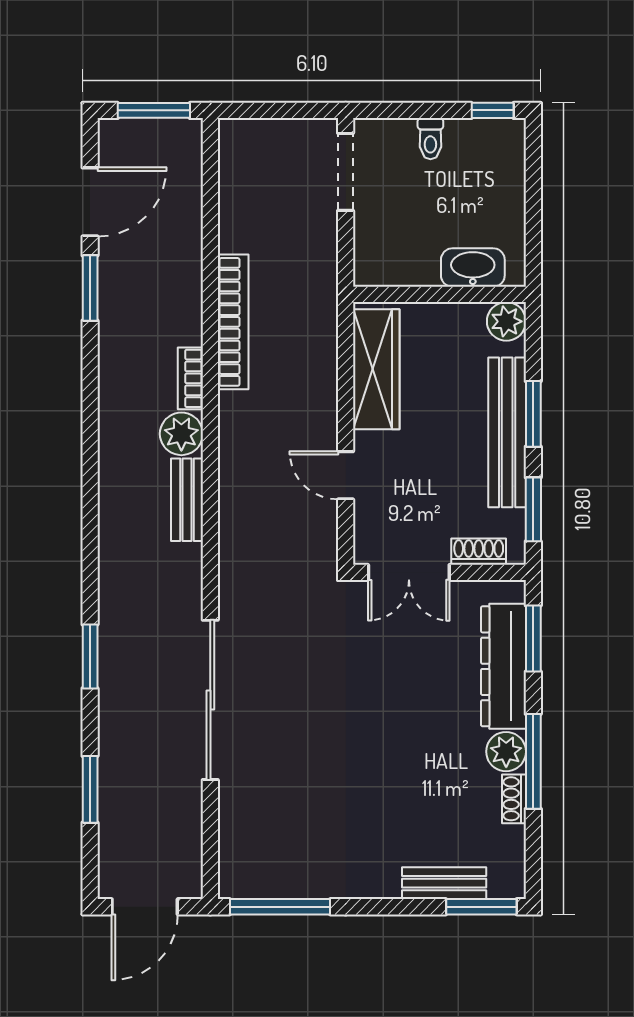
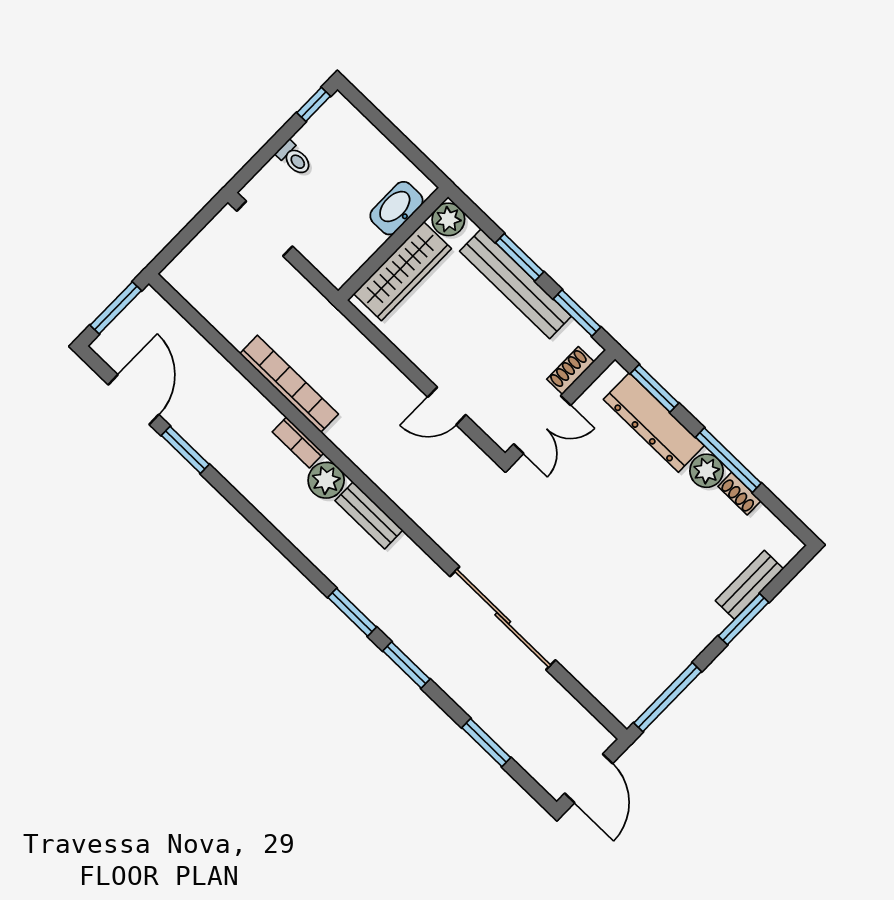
wardrobe: (376, 369) -> (402, 271), moved, turned 90
window: (90, 566) -> (352, 612), added
window: (481, 907) -> (744, 619), moved

